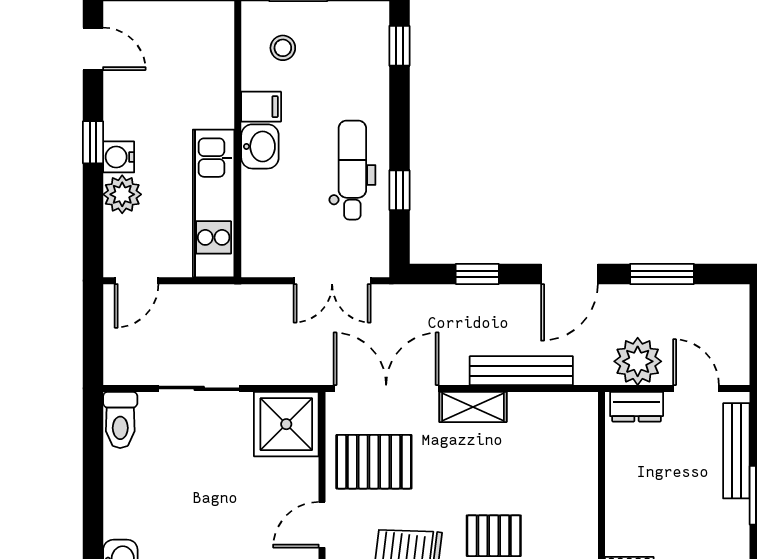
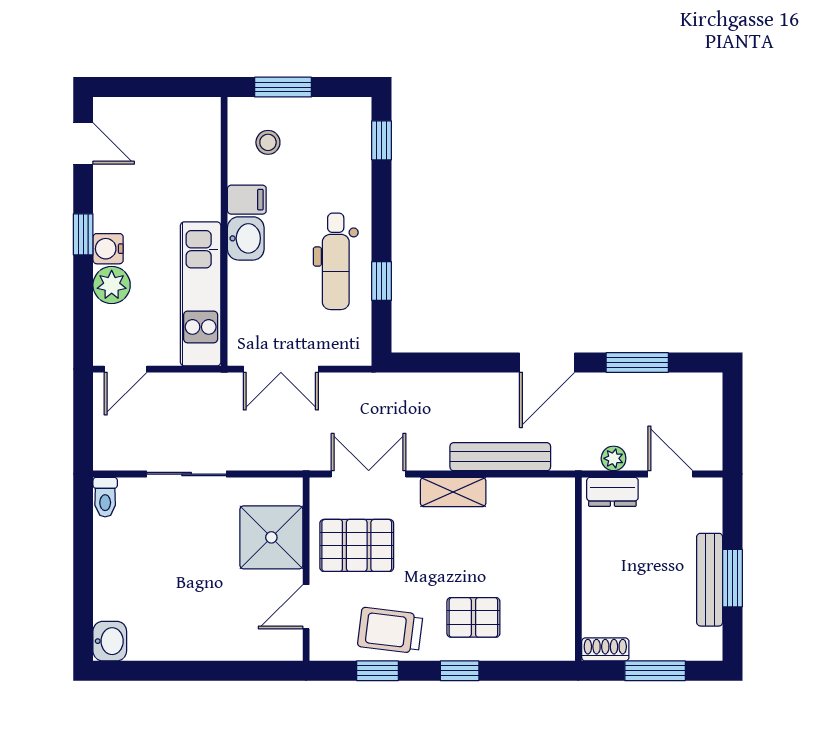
dental chair: (352, 170) -> (336, 261), turned 180
window: (477, 274) -> (457, 363), removed
double door: (332, 281) -> (281, 369), moved
plant: (638, 361) -> (614, 458), width x0.53, depth x0.53
double door: (386, 388) -> (369, 474), width x0.73
toilet: (120, 420) -> (105, 497), width x0.73, depth x0.72
shower: (286, 424) -> (271, 537), moved
bench: (736, 451) -> (710, 580), moved

